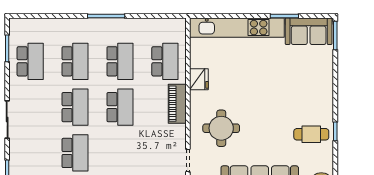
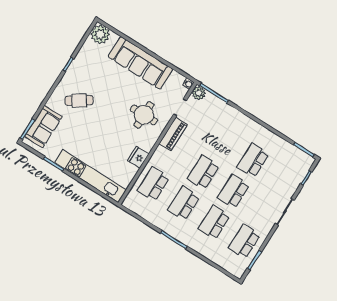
sofa: (309, 31) -> (43, 127), moved, turned 90
piano: (177, 104) -> (173, 134), moved
cafe table: (311, 134) -> (79, 100), moved, turned -34

